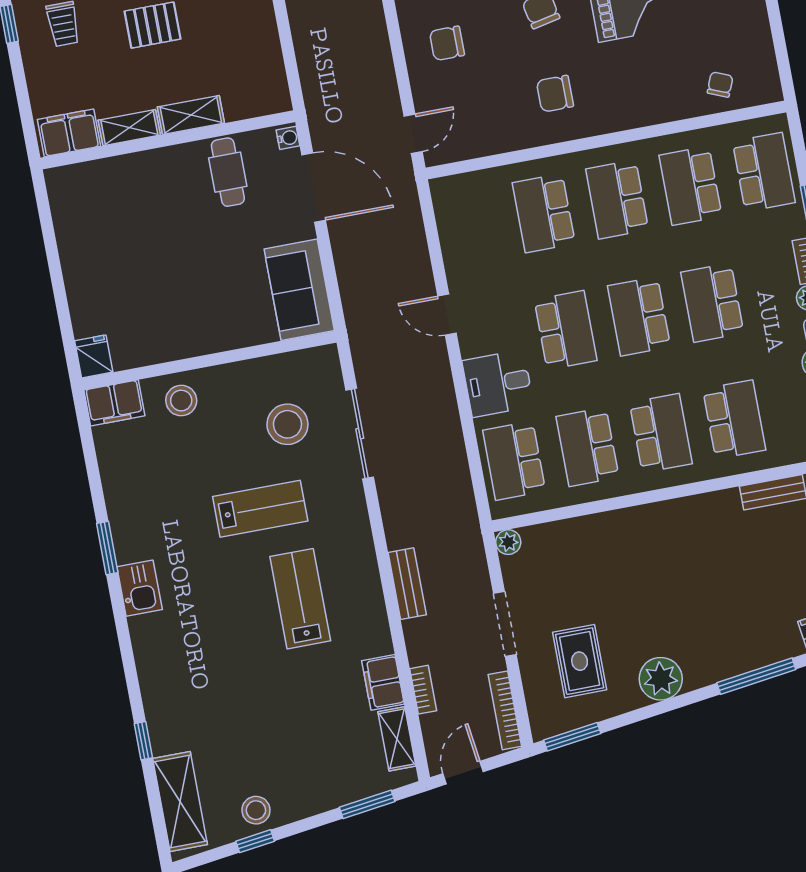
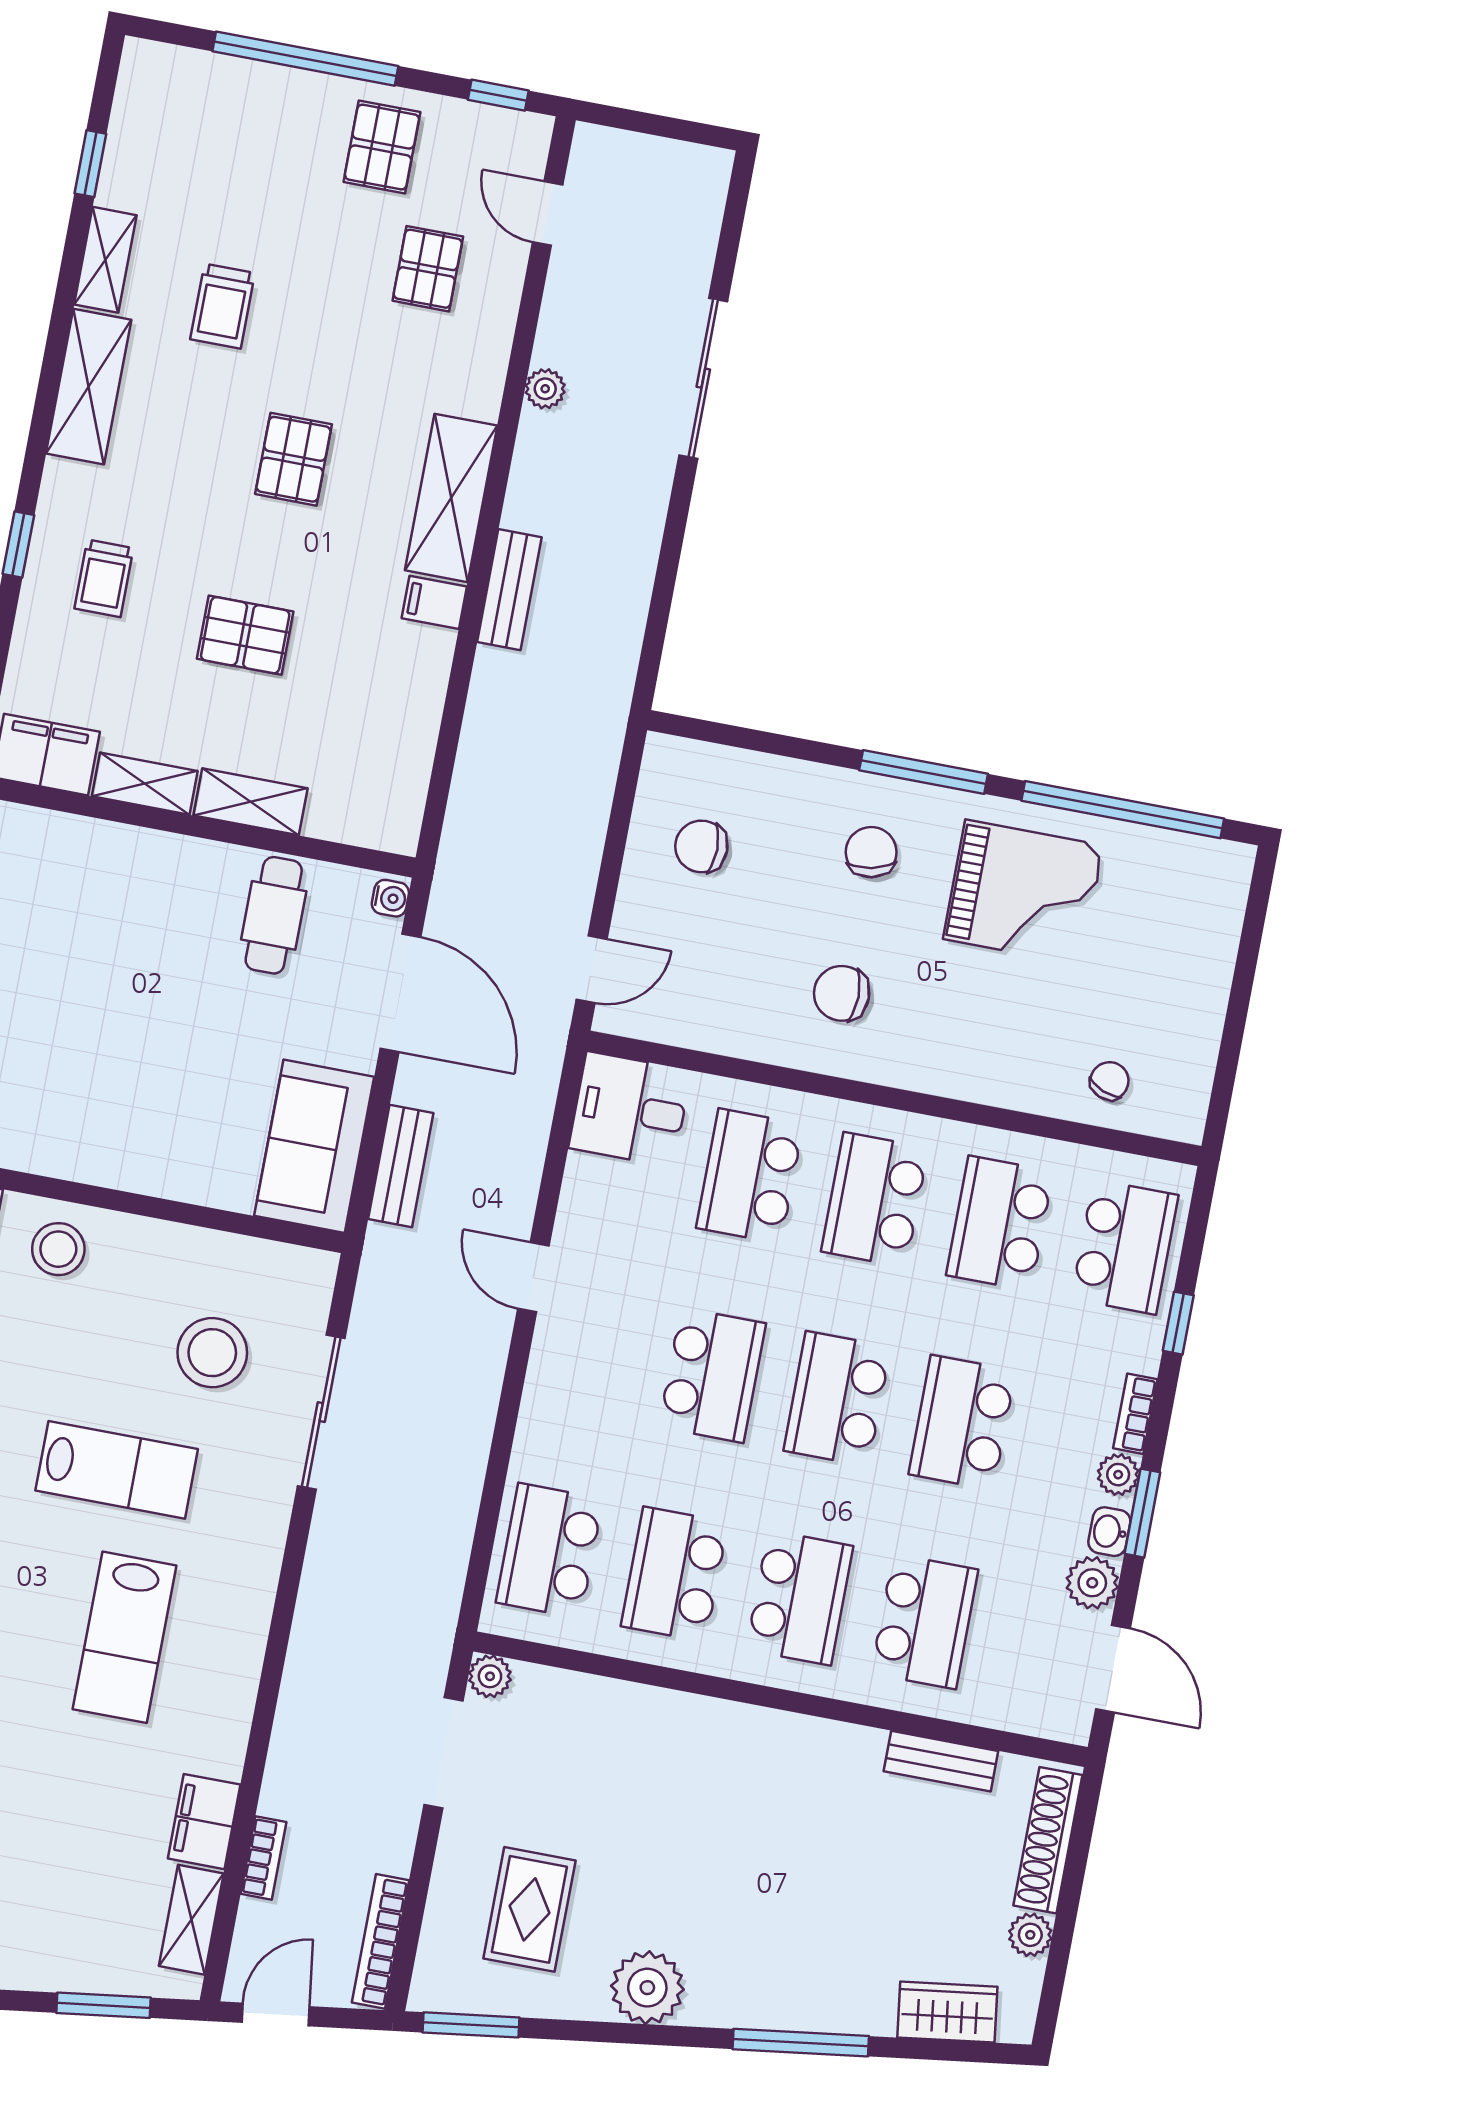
desk: (498, 383) -> (630, 1109), moved
bench: (407, 584) -> (401, 1166), moved
lab bench: (300, 599) -> (125, 1637), turned 180
doorway: (505, 624) -> (444, 1753), moved

